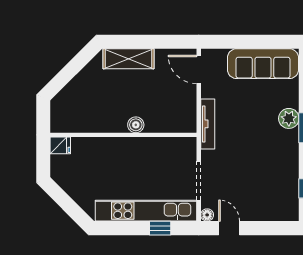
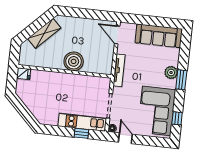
shelving: (129, 59) -> (44, 33), moved, turned -45
boiler: (136, 125) -> (74, 61), width x1.86, depth x1.86
corner sofa: (273, 180) -> (157, 111), added
kitchen unit: (146, 211) -> (82, 122), width x0.73

